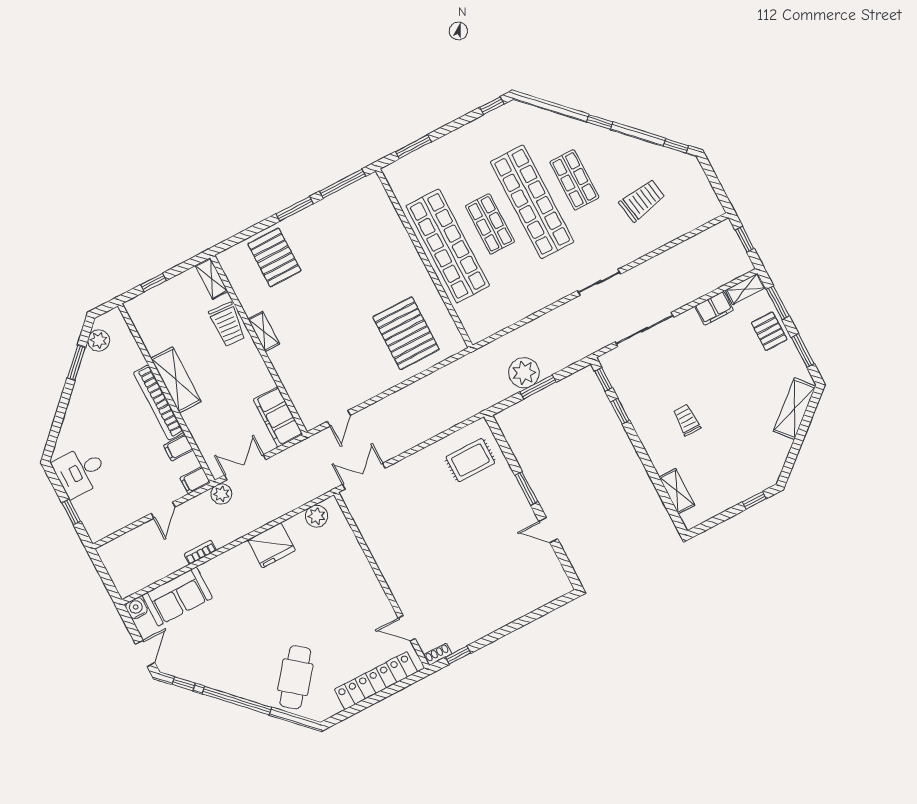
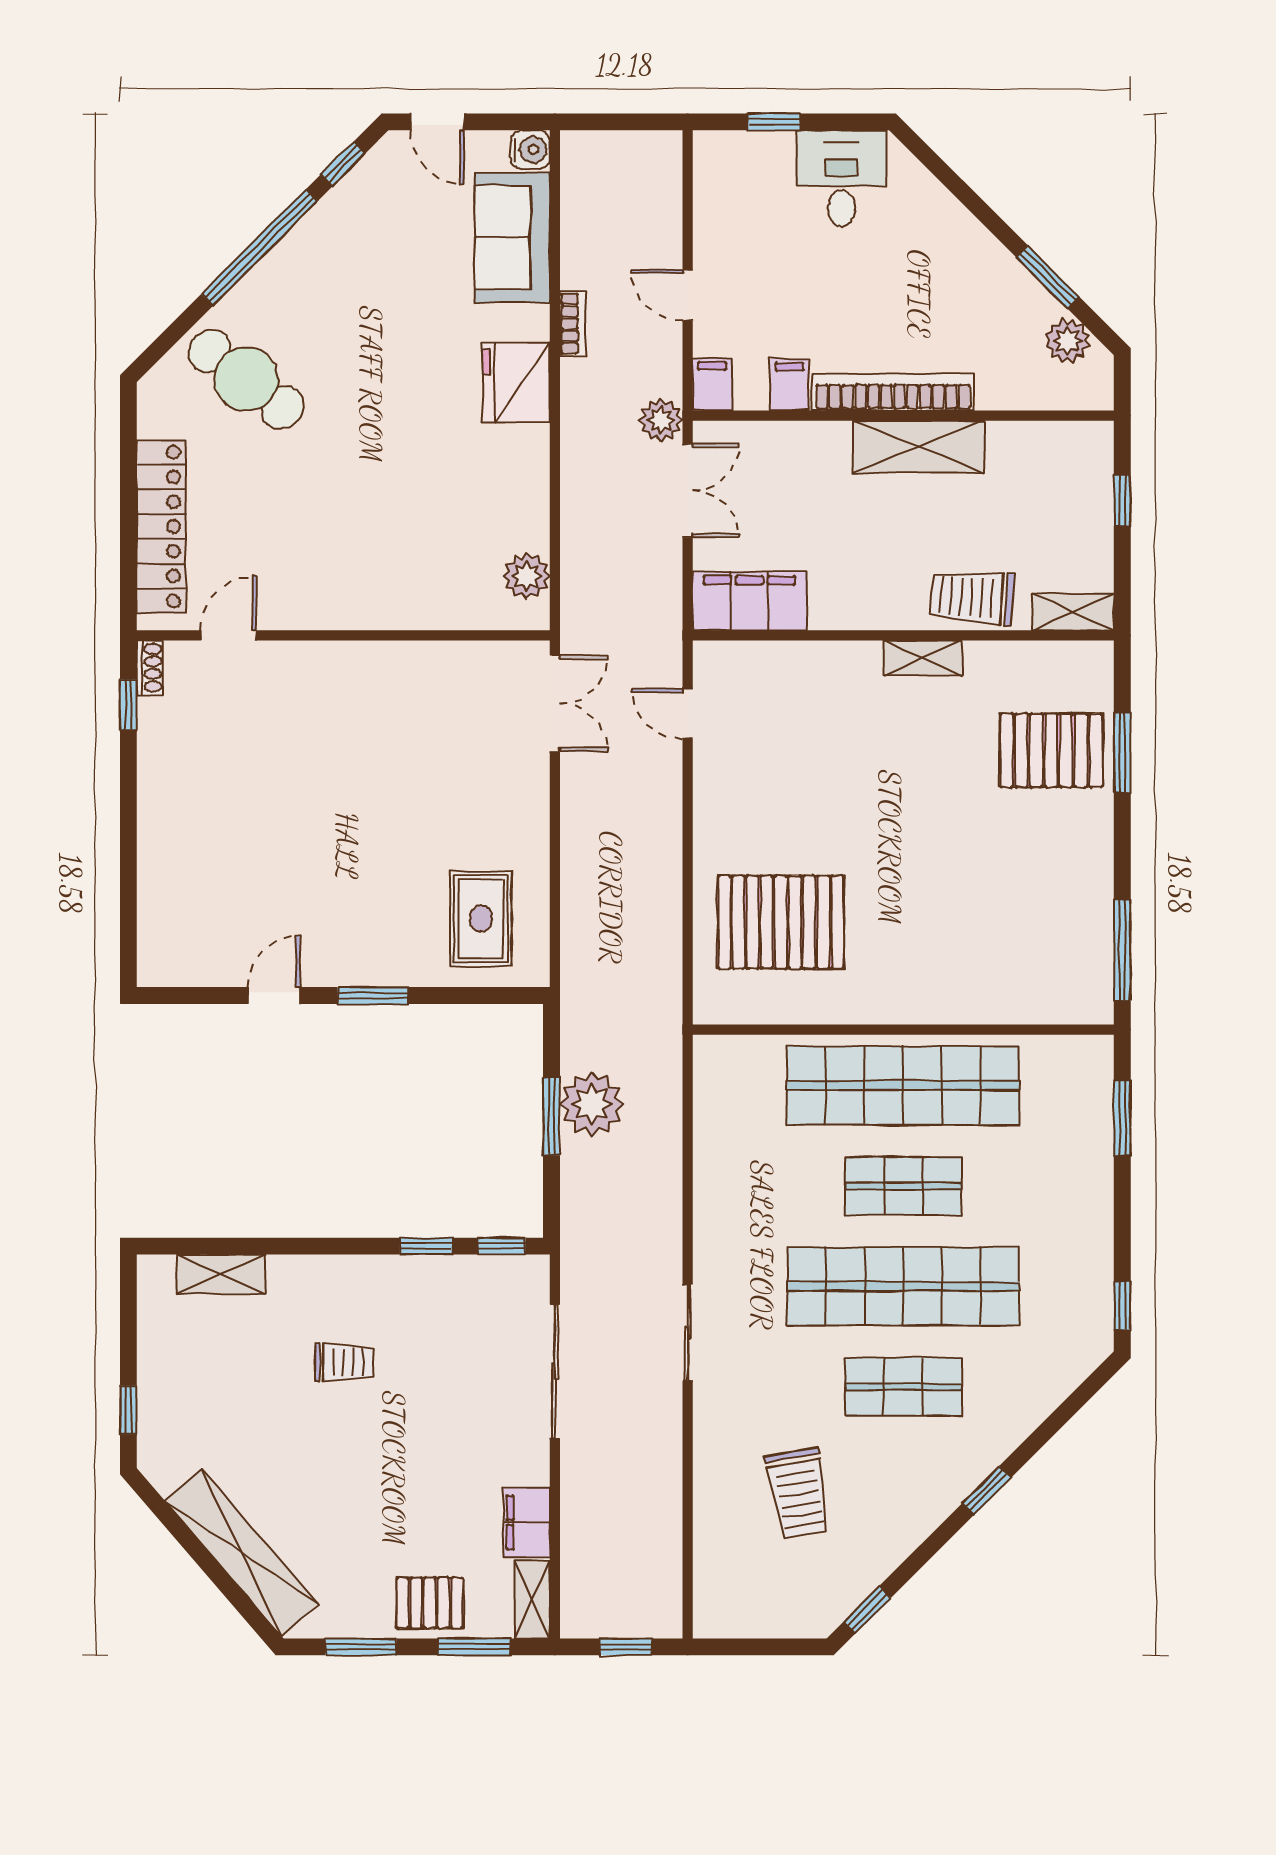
window: (295, 209) -> (1122, 753), moved
shelving: (794, 409) -> (242, 1553), width x1.47
fridge: (271, 545) -> (516, 383), moved

